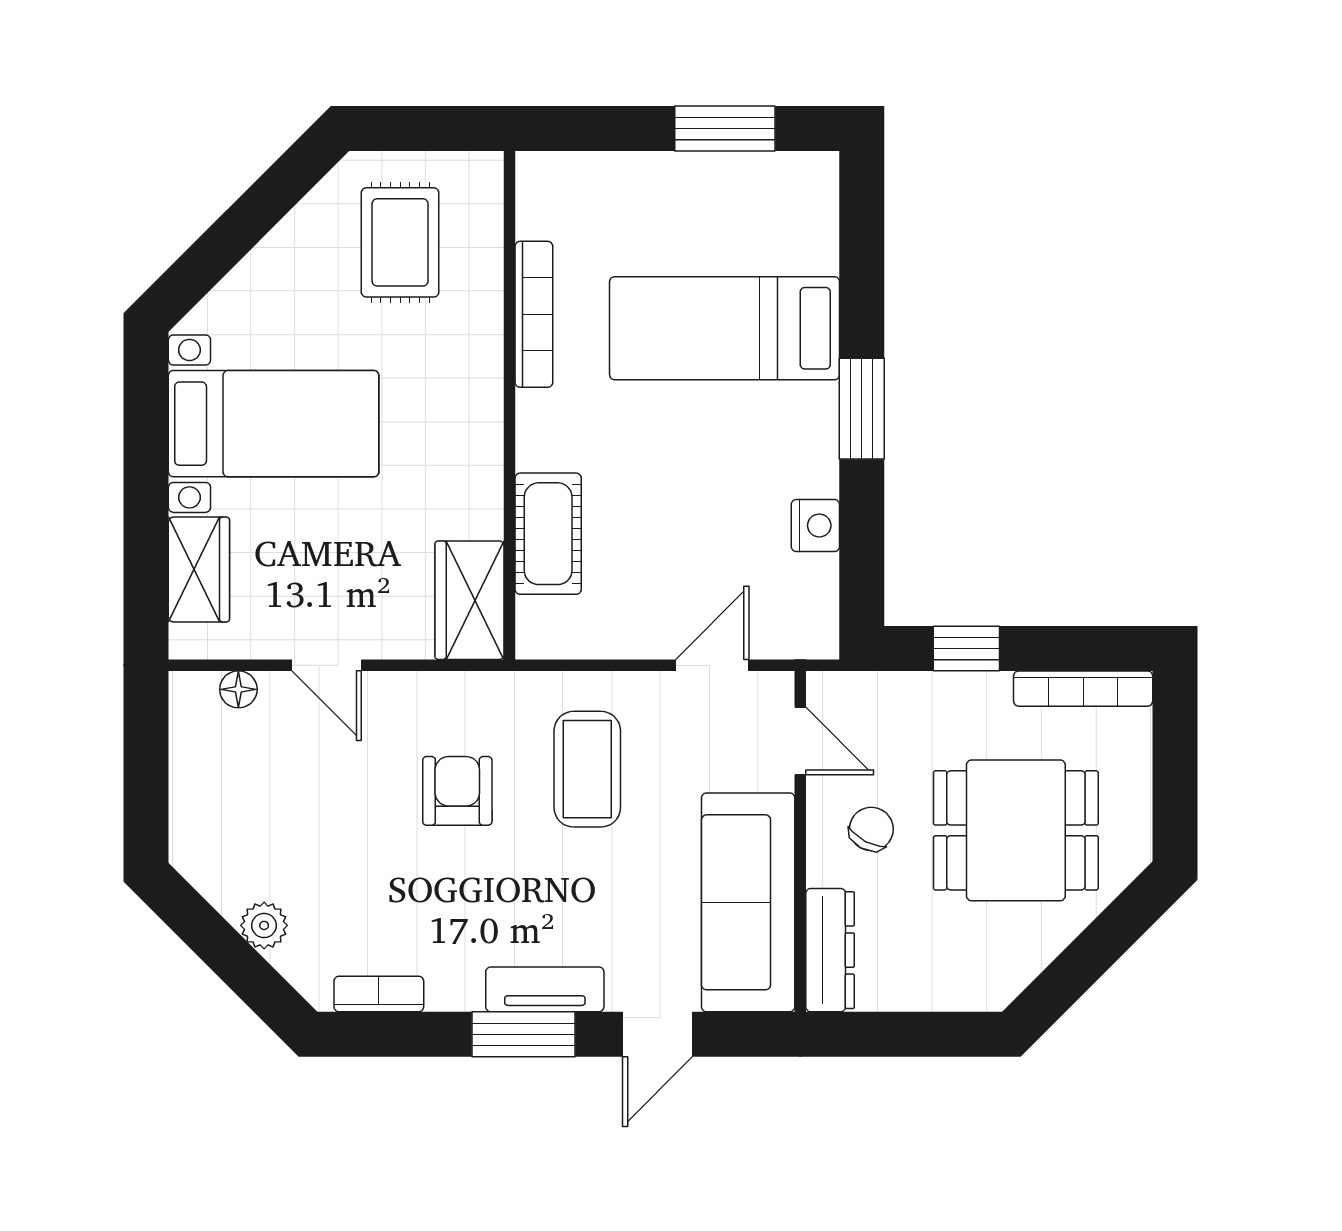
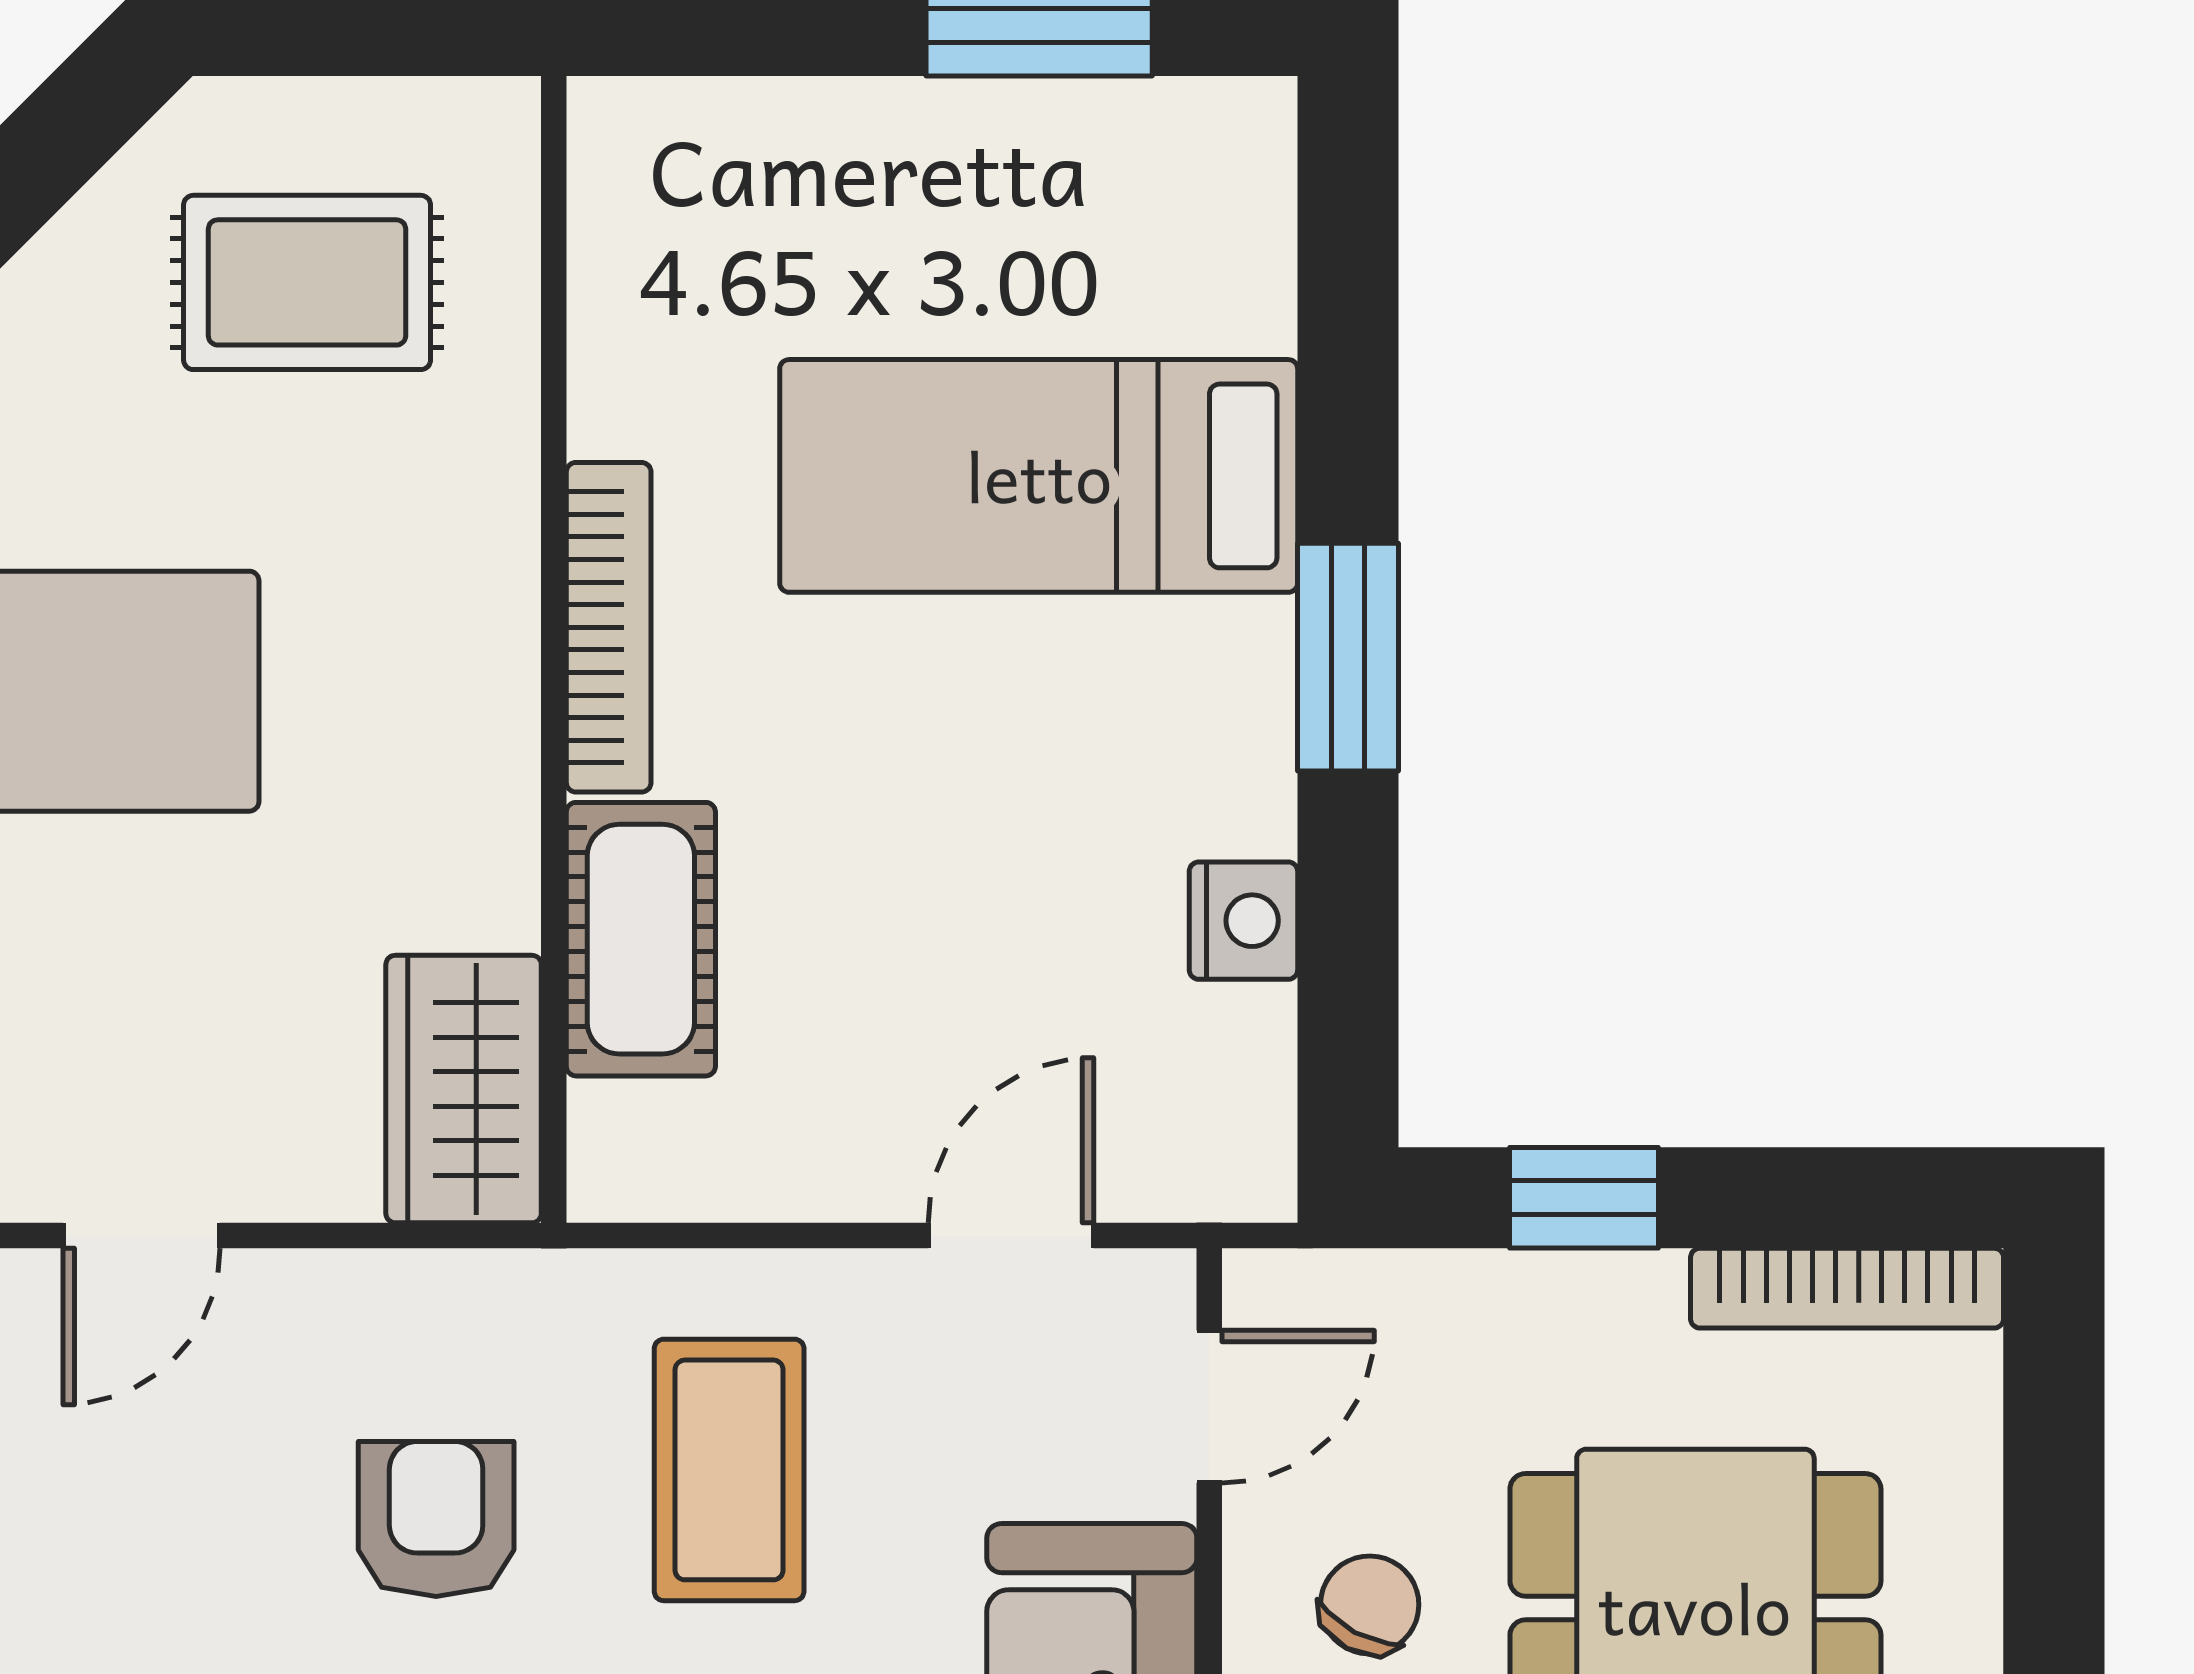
rug: (400, 242) -> (307, 282), turned 90
bookcase: (534, 314) -> (609, 627), moved
door: (327, 665) -> (142, 1236), hinge flipped
door: (800, 741) -> (1209, 1407), hinge flipped

